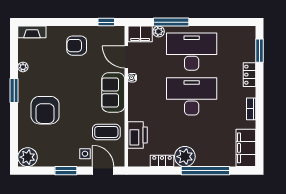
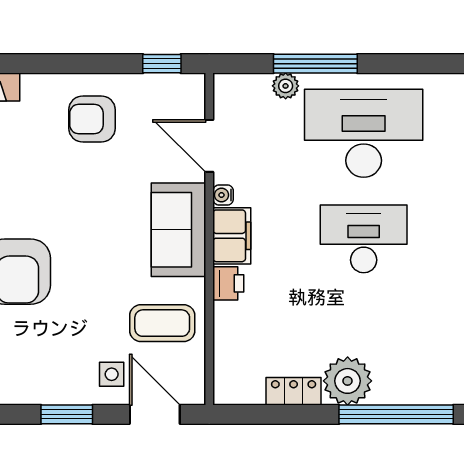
filing cabinet: (140, 34) -> (232, 236), moved, turned -90
desk: (192, 96) -> (364, 239), width x0.73, depth x0.77
printer: (137, 135) -> (228, 283), moved, width x0.53, depth x0.68

